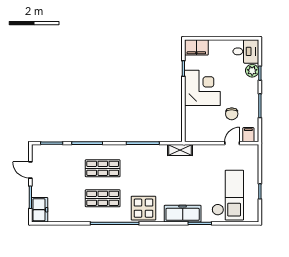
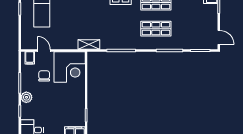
plant: (252, 71) -> (26, 97), moved
corner desk: (202, 88) -> (70, 67), moved, turned -90
door: (232, 143) -> (44, 50), swing flipped
door: (30, 170) -> (219, 37), moved

